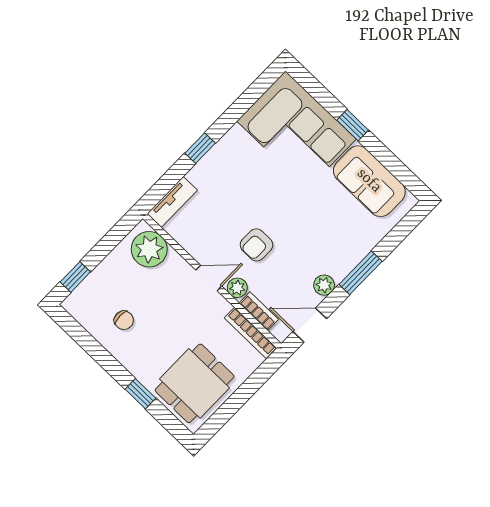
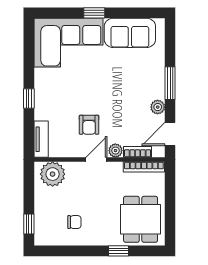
armchair: (257, 245) -> (89, 125), moved

